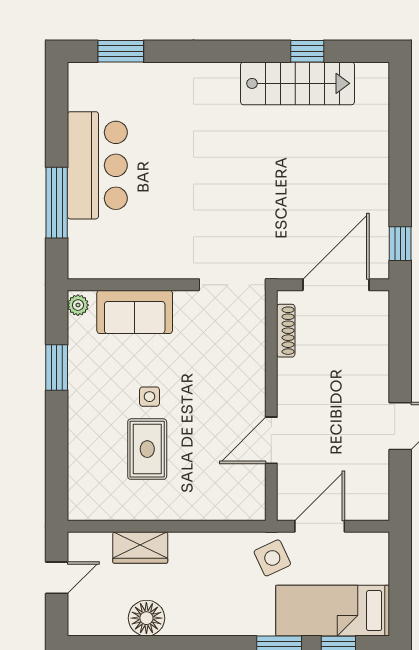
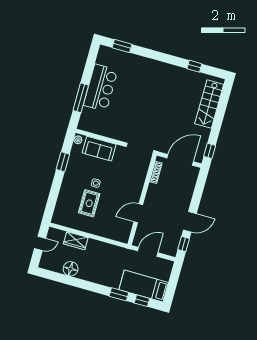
stairs: (297, 83) -> (209, 104), moved, turned 90
window: (400, 483) -> (184, 244), added
side table: (272, 558) -> (126, 259), removed

